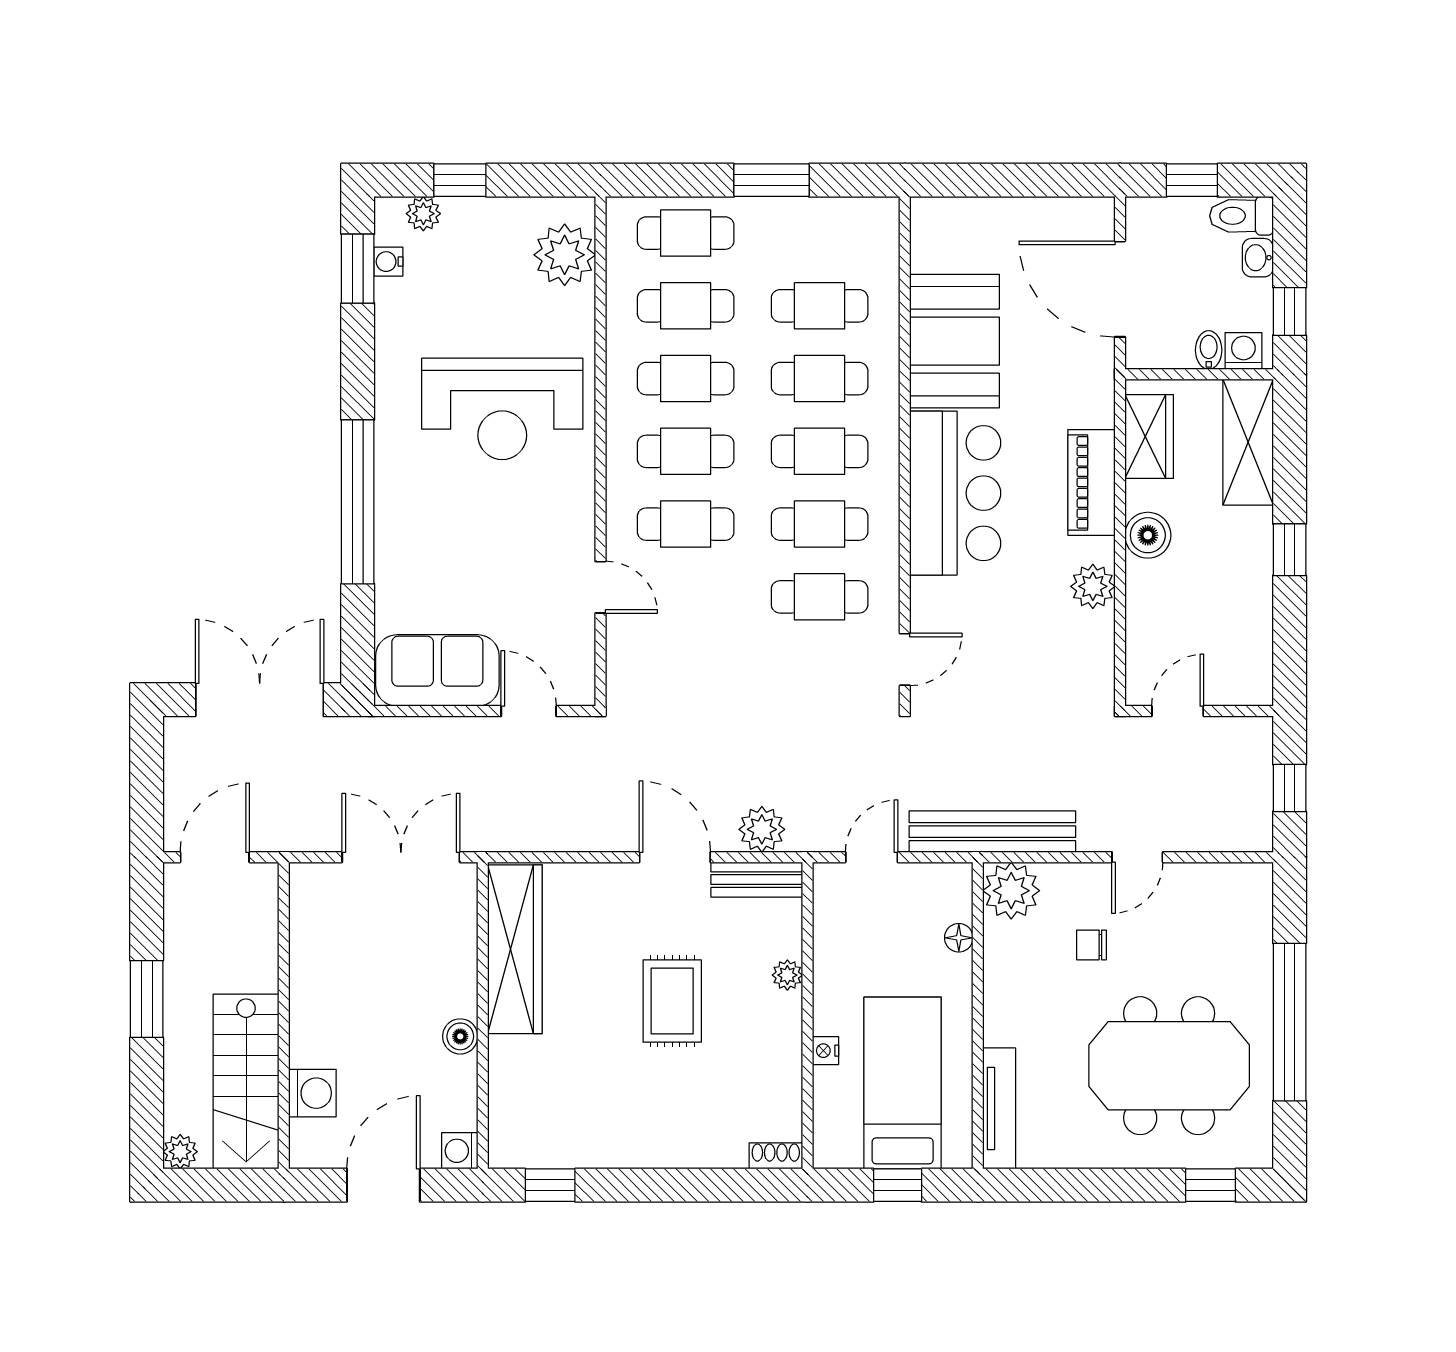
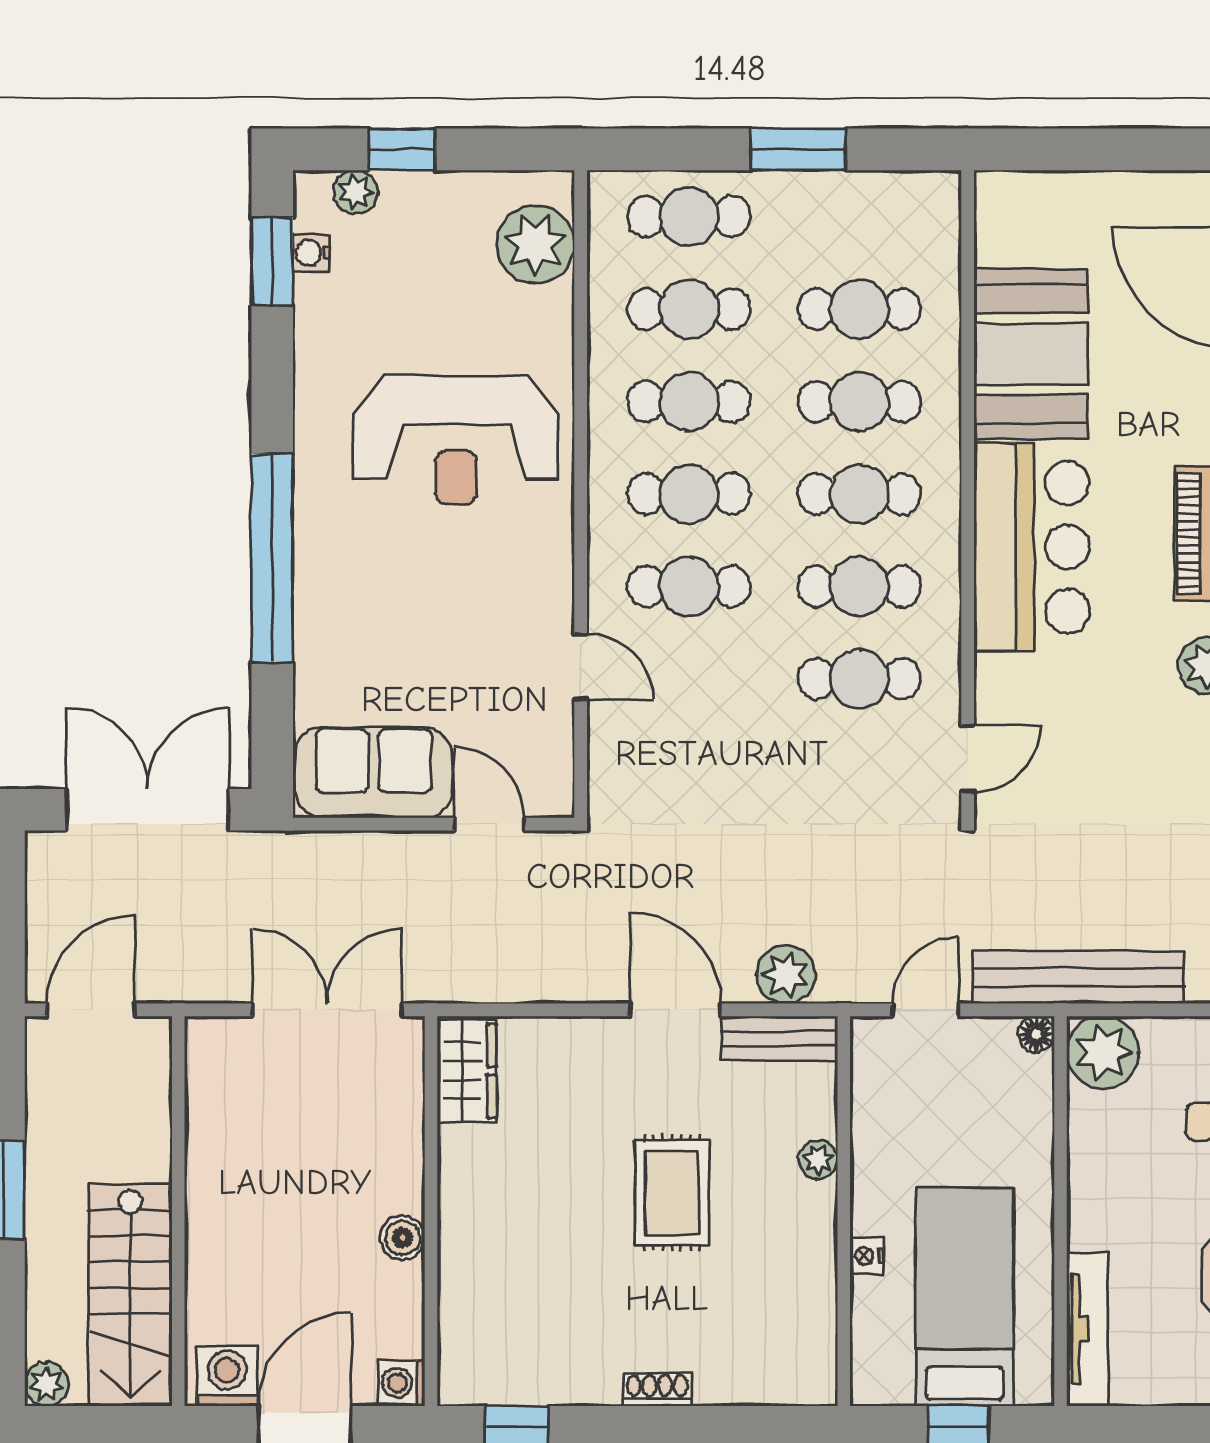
floor lamp: (959, 938) -> (1036, 1034), moved
wardrobe: (515, 949) -> (467, 1071), width x0.48, depth x0.85
washing machine: (312, 1093) -> (227, 1376), moved, turned -90
shoe rack: (776, 1156) -> (657, 1390), moved

